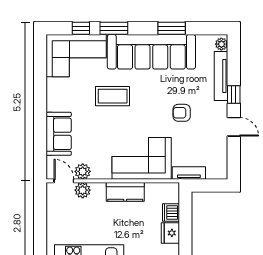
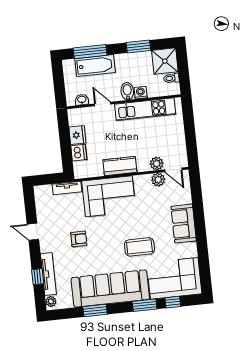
window: (234, 95) -> (38, 277), moved
sofa: (59, 134) -> (184, 224), moved

